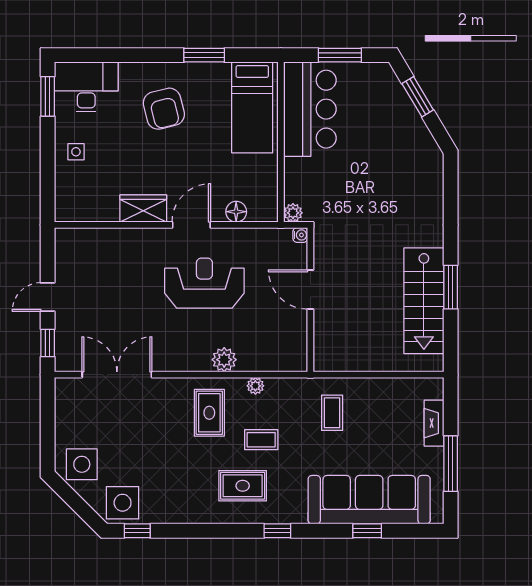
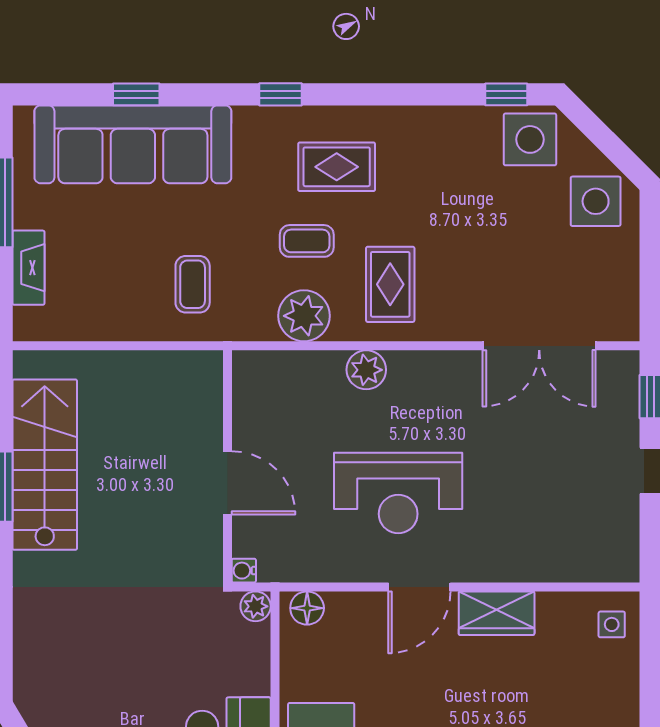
side table: (76, 152) -> (612, 624), moved
floor lamp: (236, 212) -> (307, 608), moved
plant: (255, 386) -> (304, 316), width x1.88, depth x1.88

